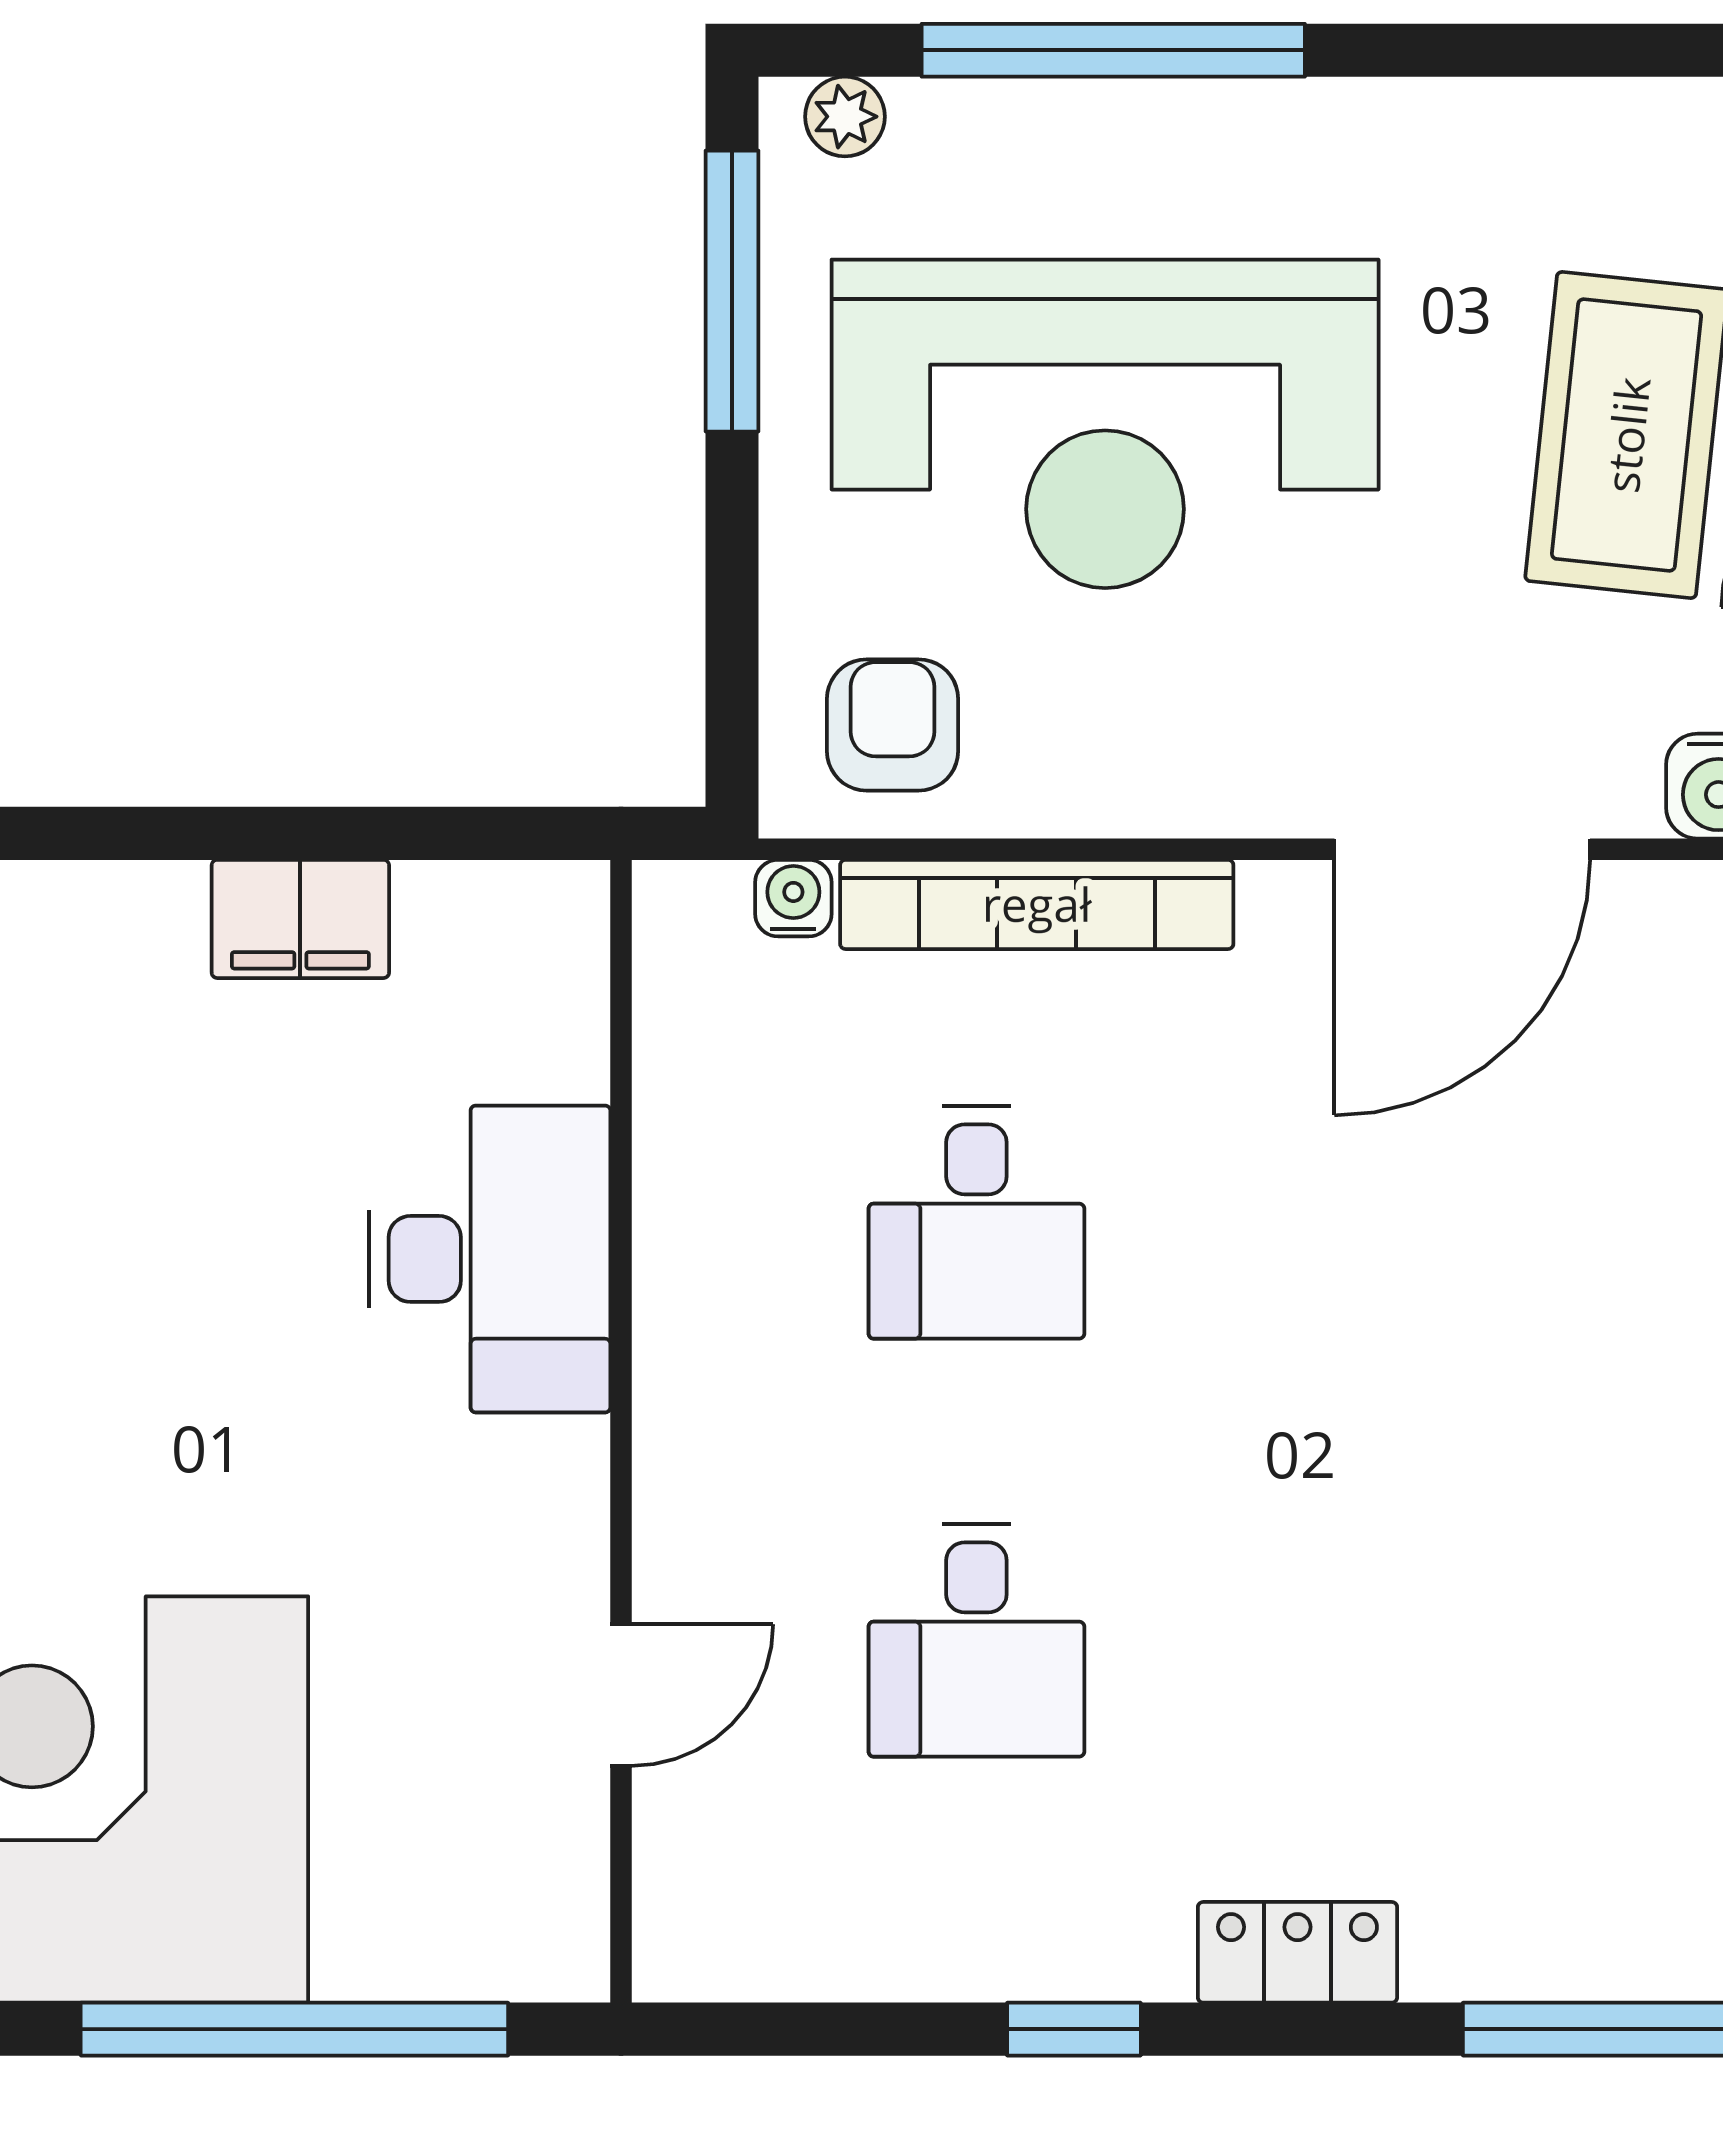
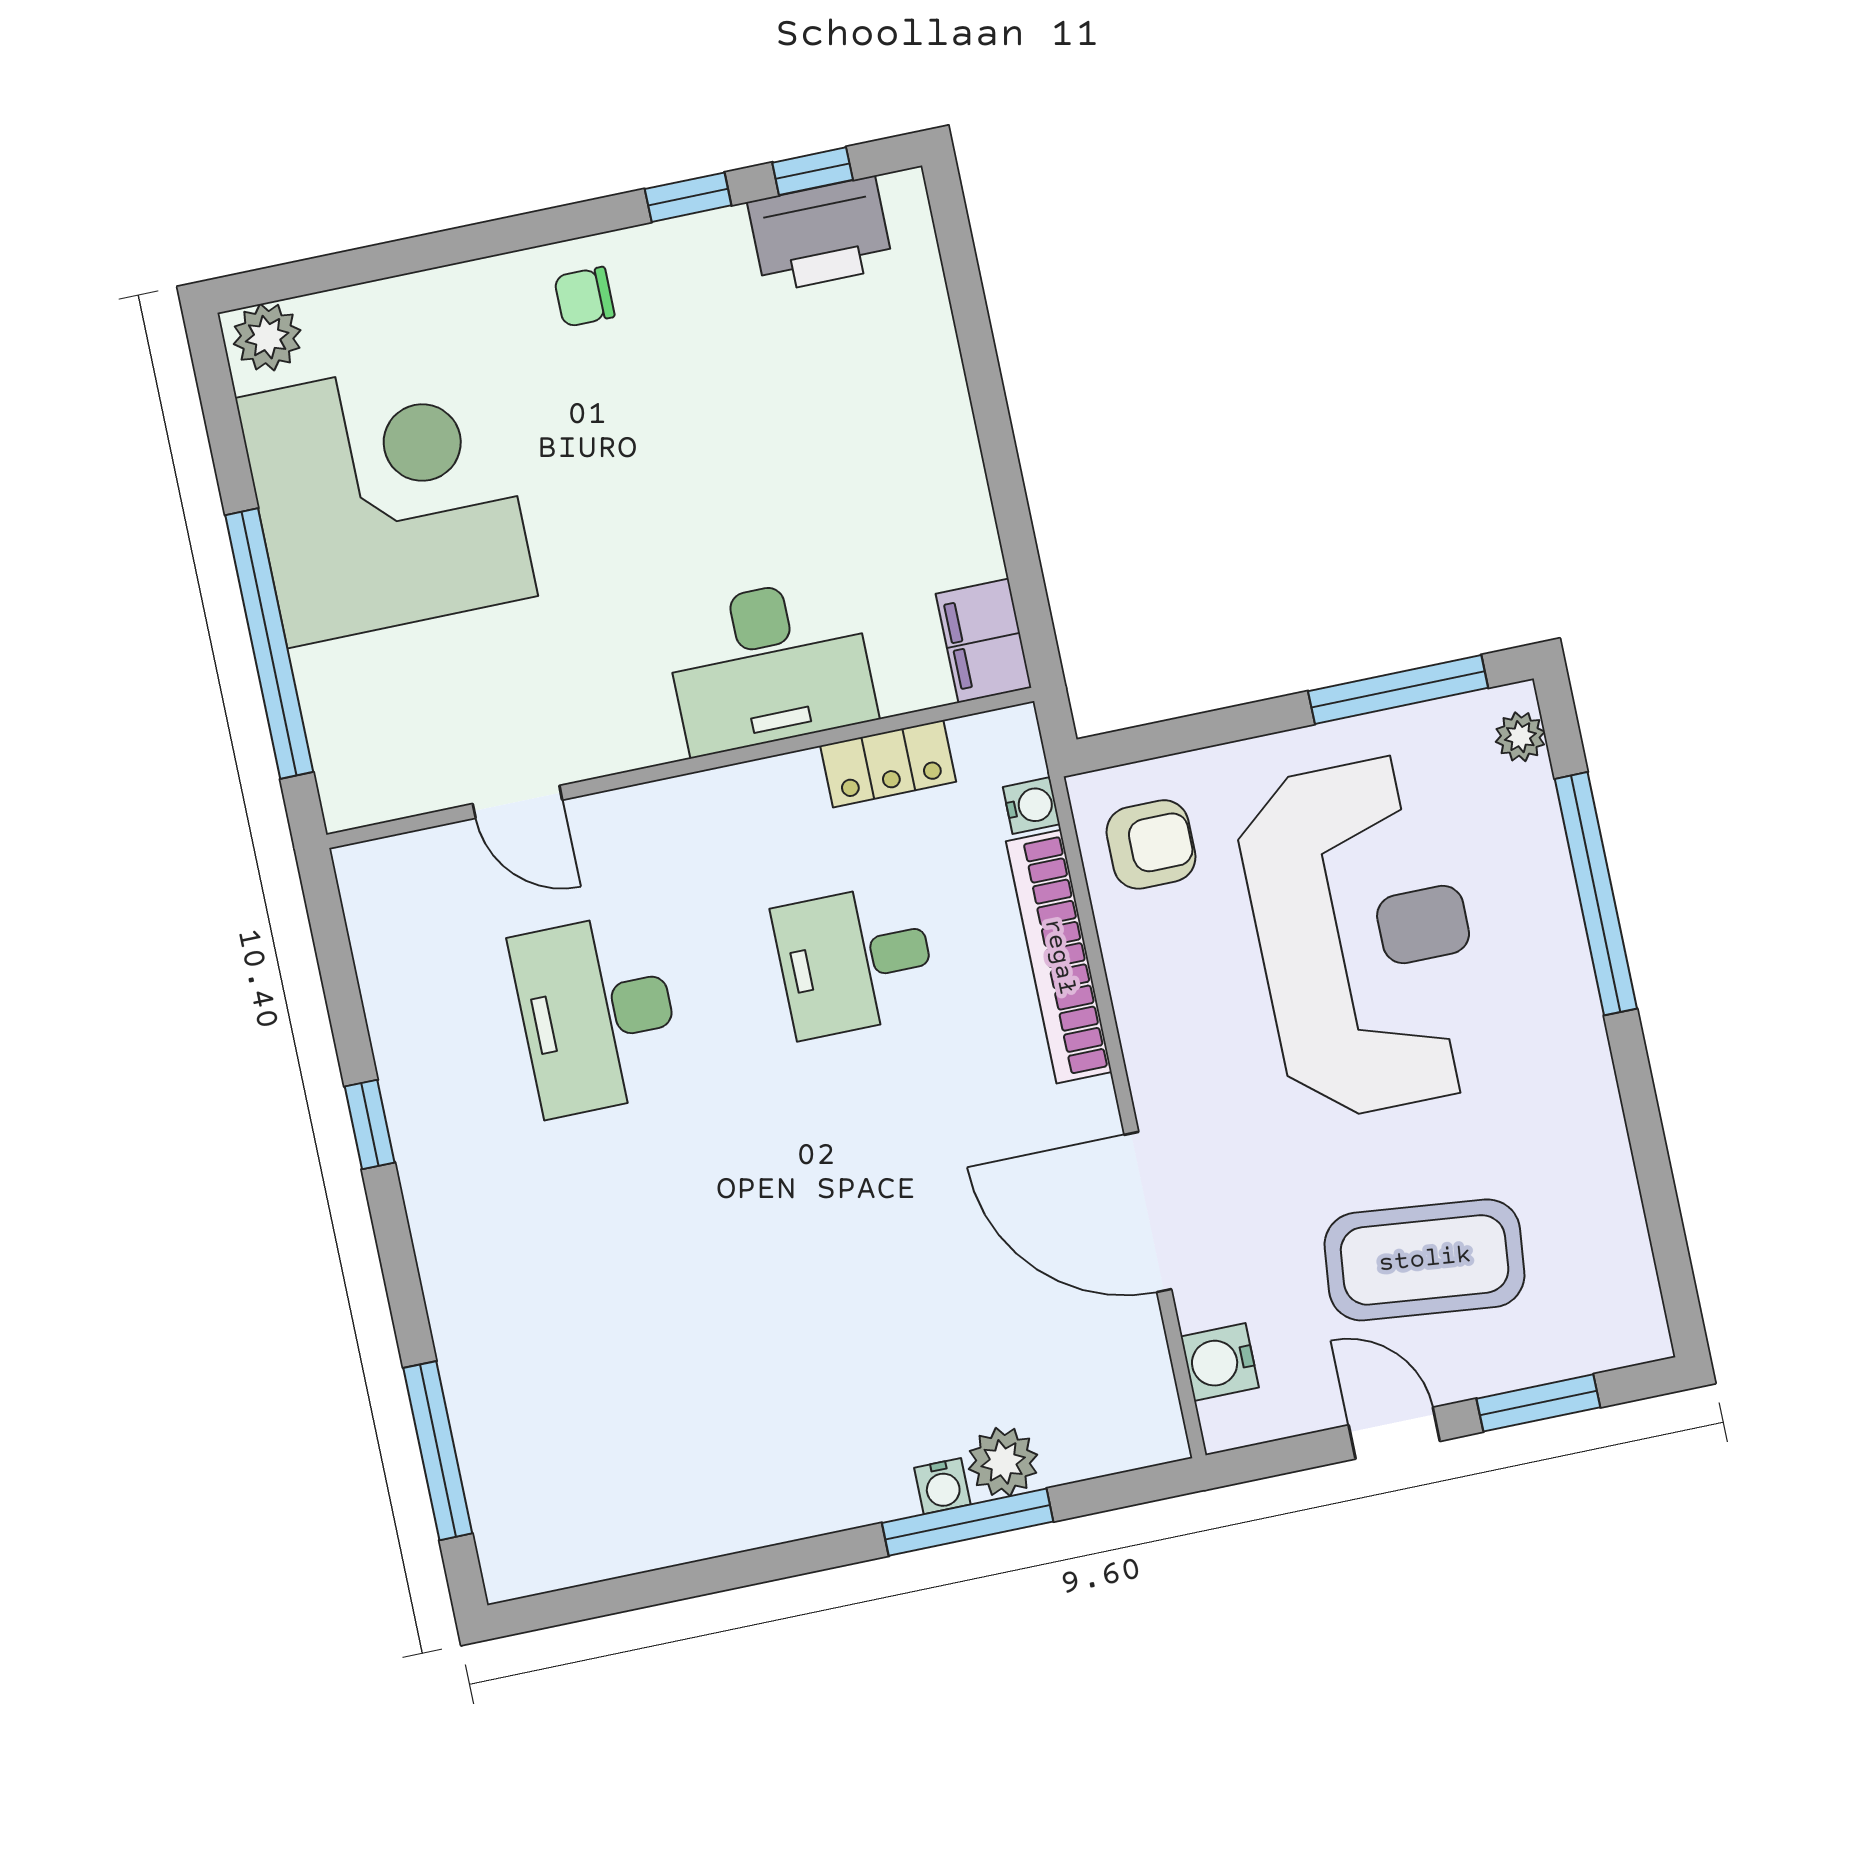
reception desk: (1105, 424) -> (1364, 937), turned 180
filing cabinet: (300, 919) -> (984, 641), moved
desk: (976, 1640) -> (597, 1014), width x1.37
locker: (1297, 1952) -> (888, 764), moved, turned 90

